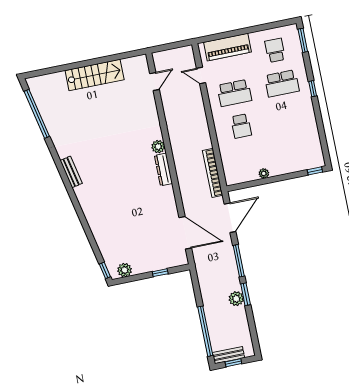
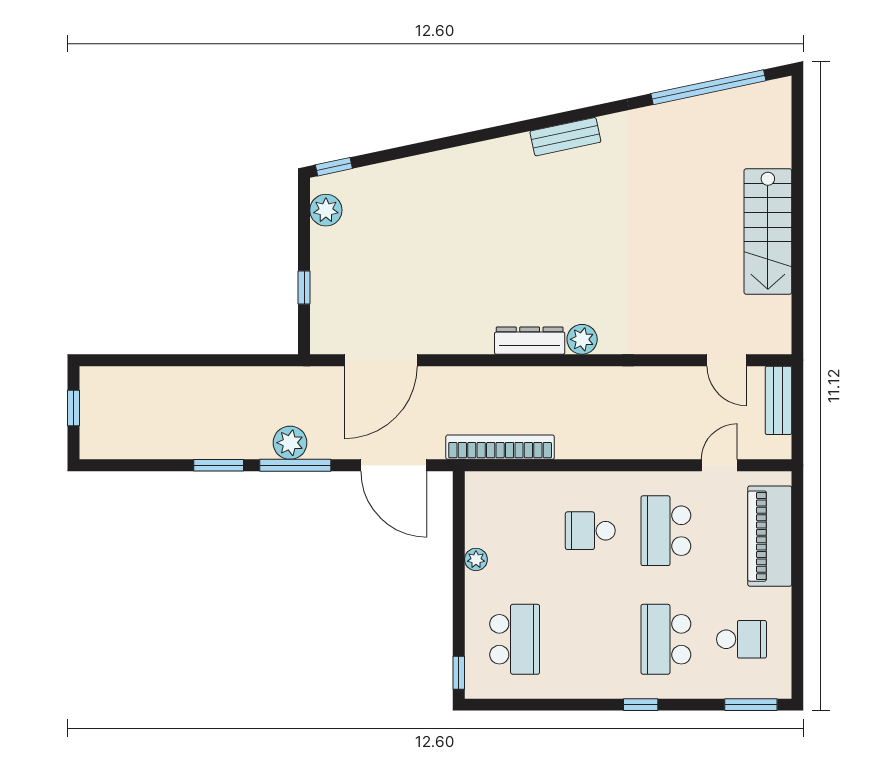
school desk: (295, 149) -> (515, 639), added
plant: (236, 299) -> (290, 443), moved
window: (205, 331) -> (156, 360), removed
bench: (228, 355) -> (778, 400), moved

